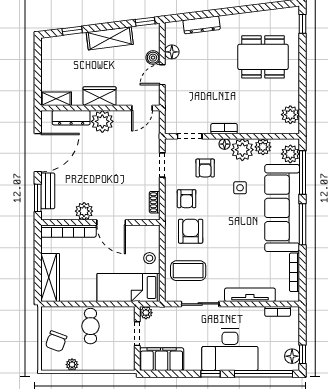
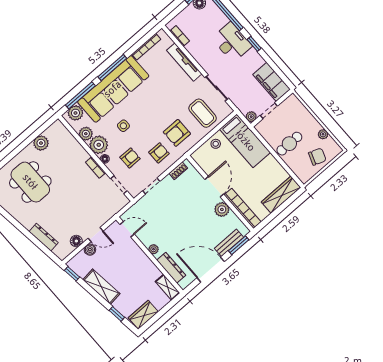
wardrobe: (100, 96) -> (143, 315), moved, turned 90
plant: (290, 115) -> (41, 143), moved
plant: (102, 121) -> (153, 249), width x0.53, depth x0.53
desk: (230, 350) -> (232, 42), width x0.73, depth x0.77

